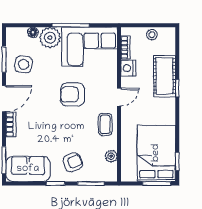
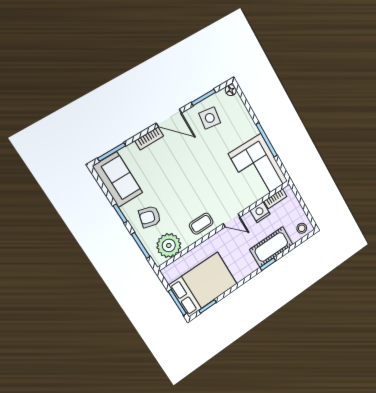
floor lamp: (33, 32) -> (231, 90), moved
stool: (152, 35) -> (302, 228), moved
plant: (50, 38) -> (246, 128), removed
armchair: (72, 94) -> (210, 178), removed
plant: (111, 156) -> (169, 245), width x1.88, depth x1.88
armchair: (73, 162) -> (150, 217), turned 126

